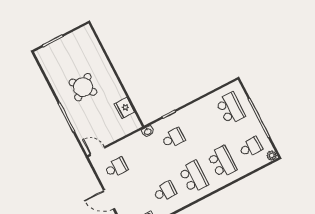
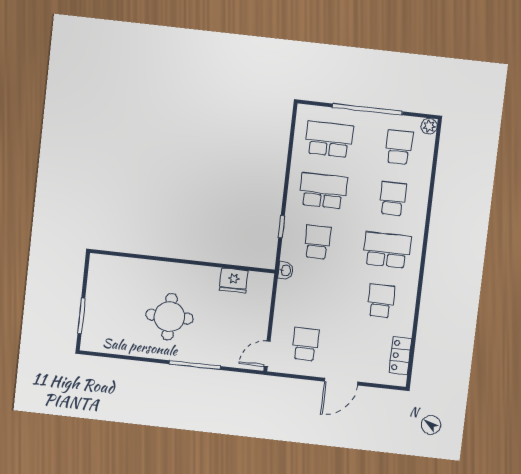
round table: (83, 87) -> (169, 317), turned 38
school desk: (202, 123) -> (323, 191), added
school desk: (222, 162) -> (393, 199), width x0.54

